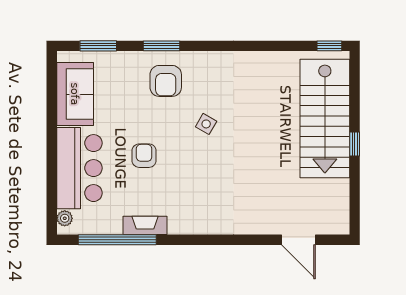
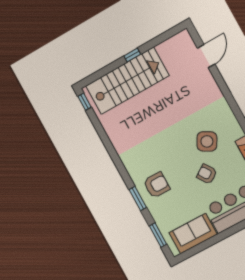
side table: (206, 124) -> (207, 141), moved, width x1.87, depth x1.87
armchair: (144, 156) -> (207, 174), turned 56

